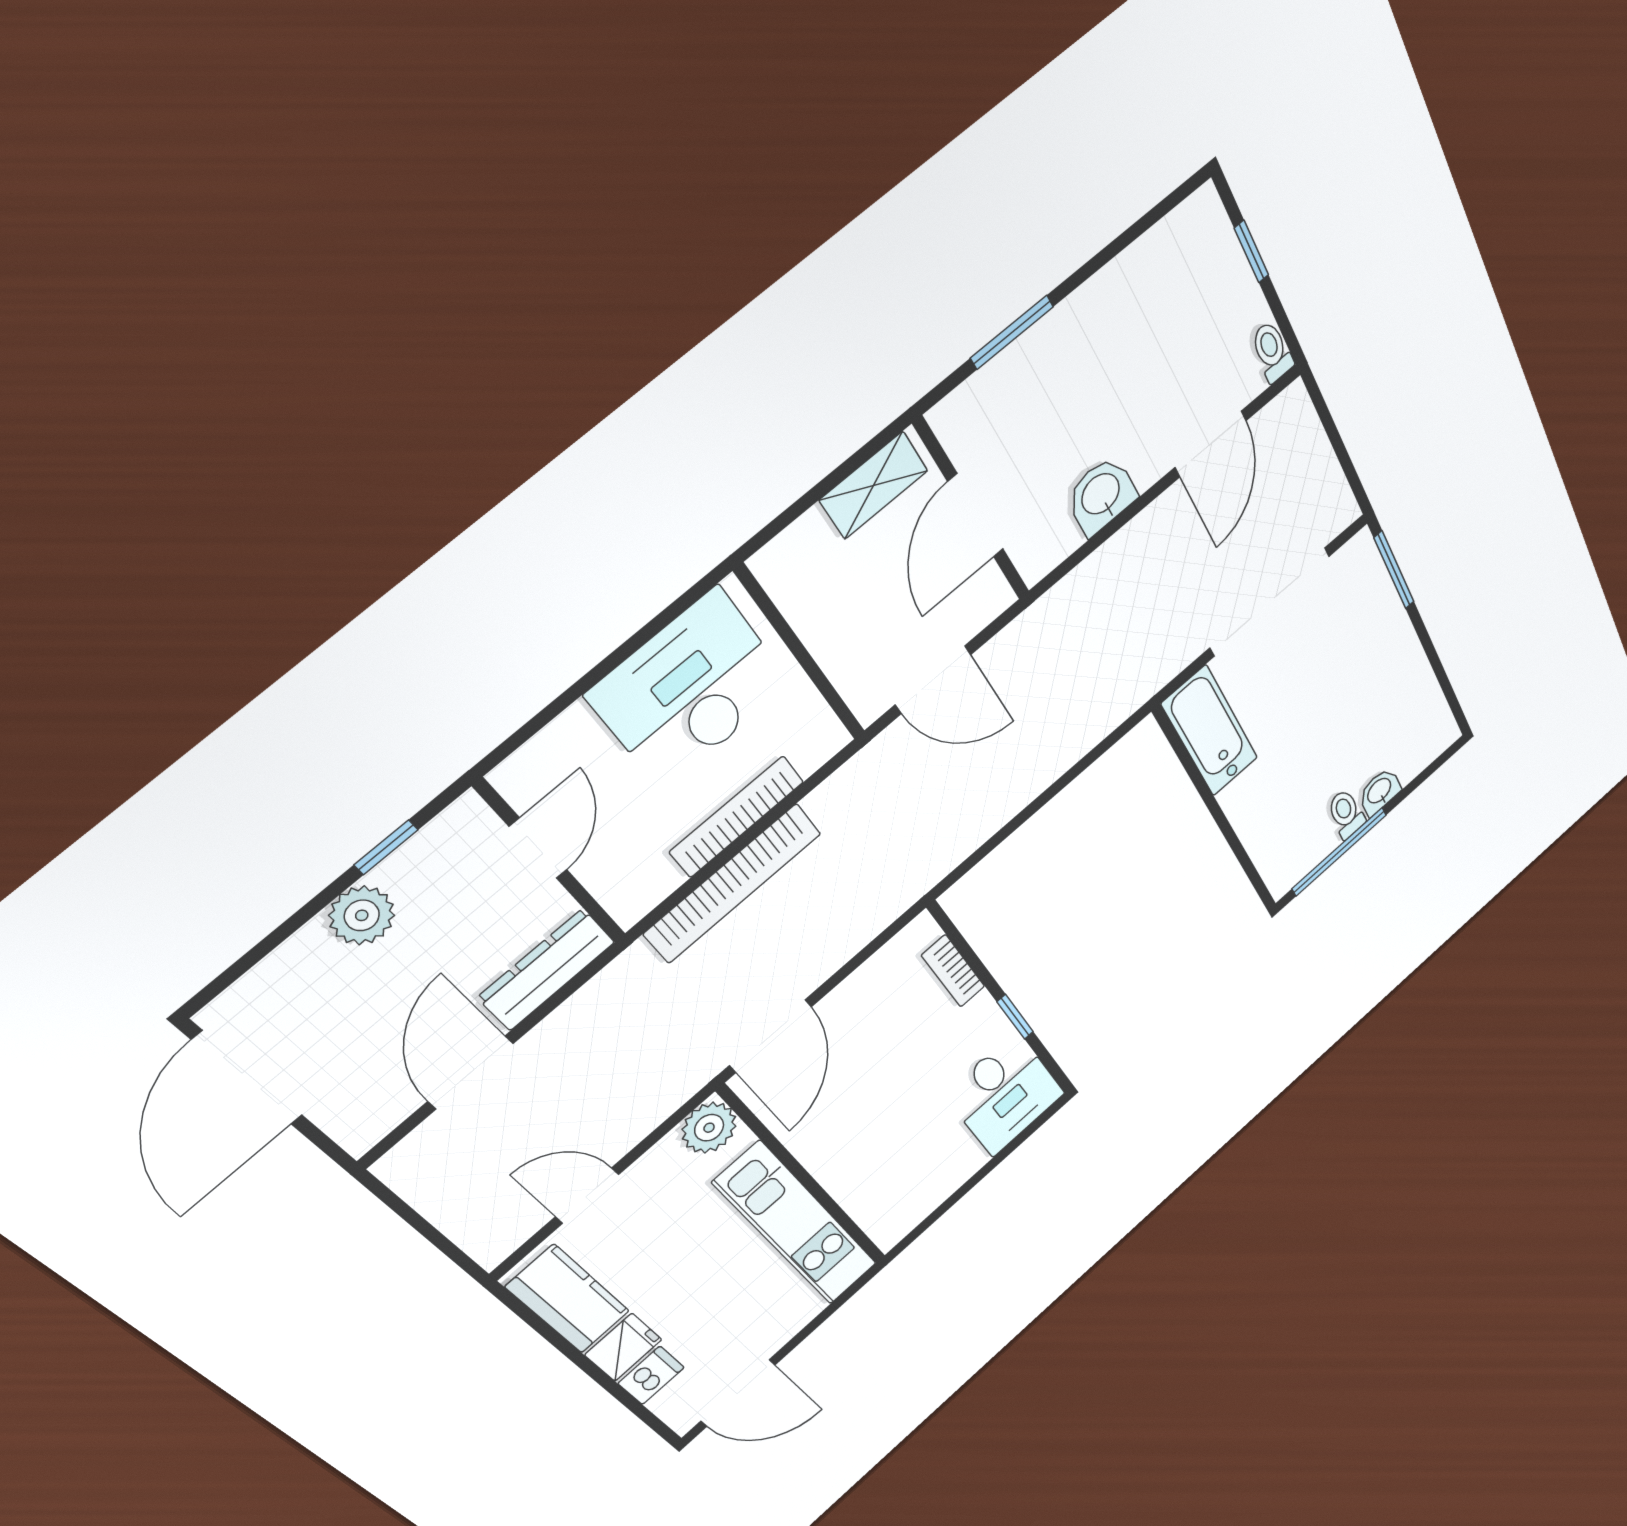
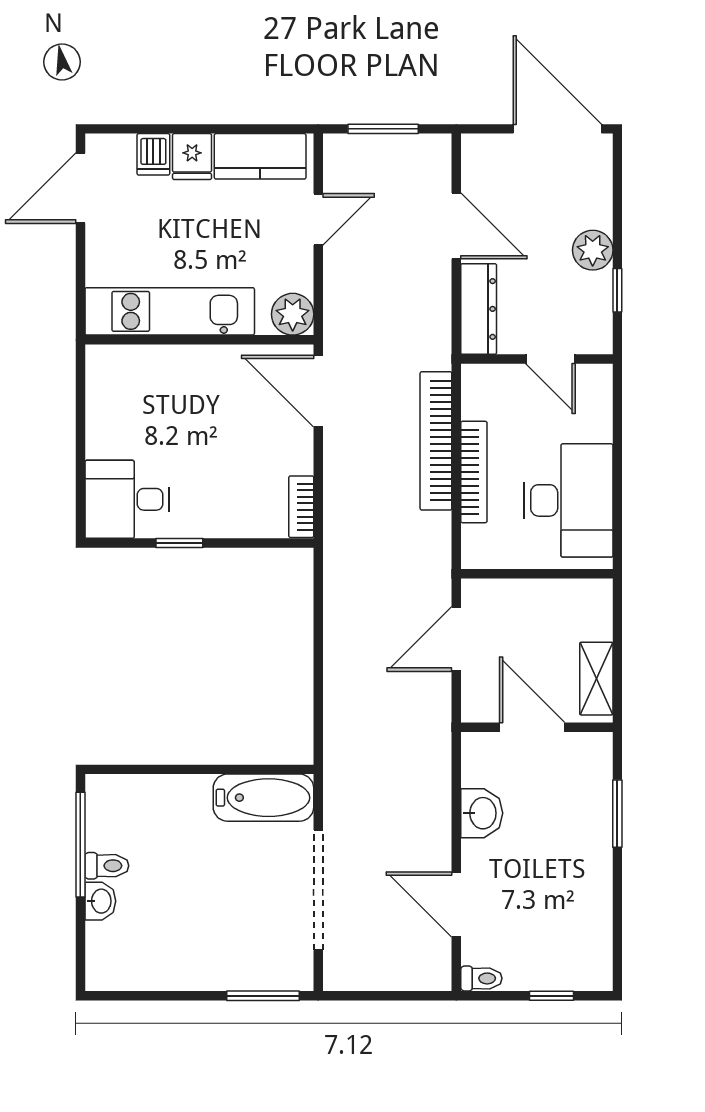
bookcase: (953, 971) -> (301, 507), moved, turned -90
window: (428, 1231) -> (383, 129), added

